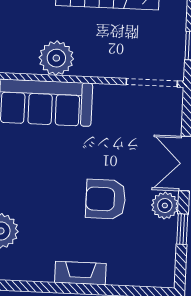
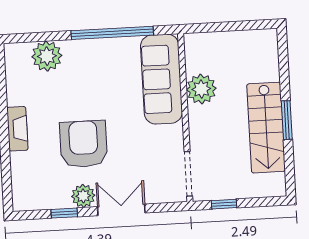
armchair: (106, 199) -> (84, 144), width x1.36, depth x1.36

